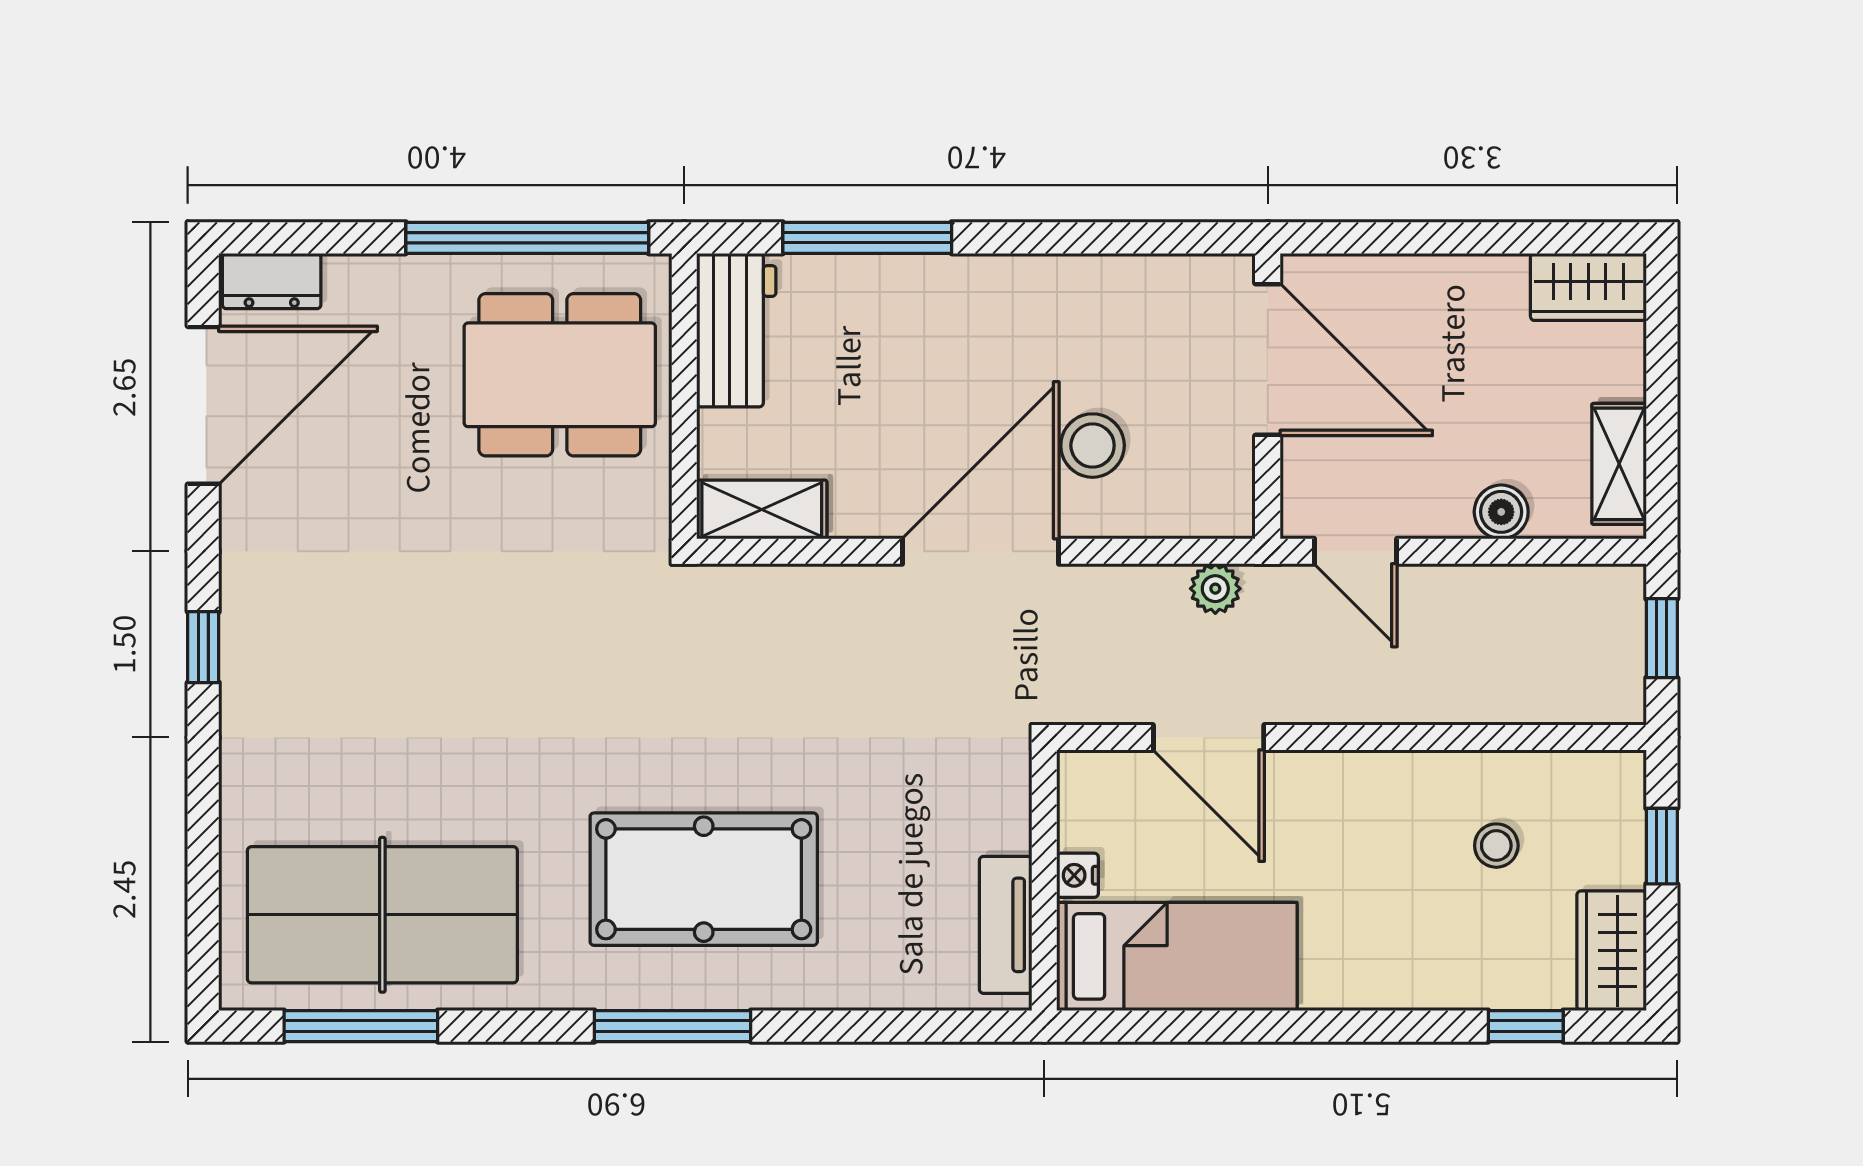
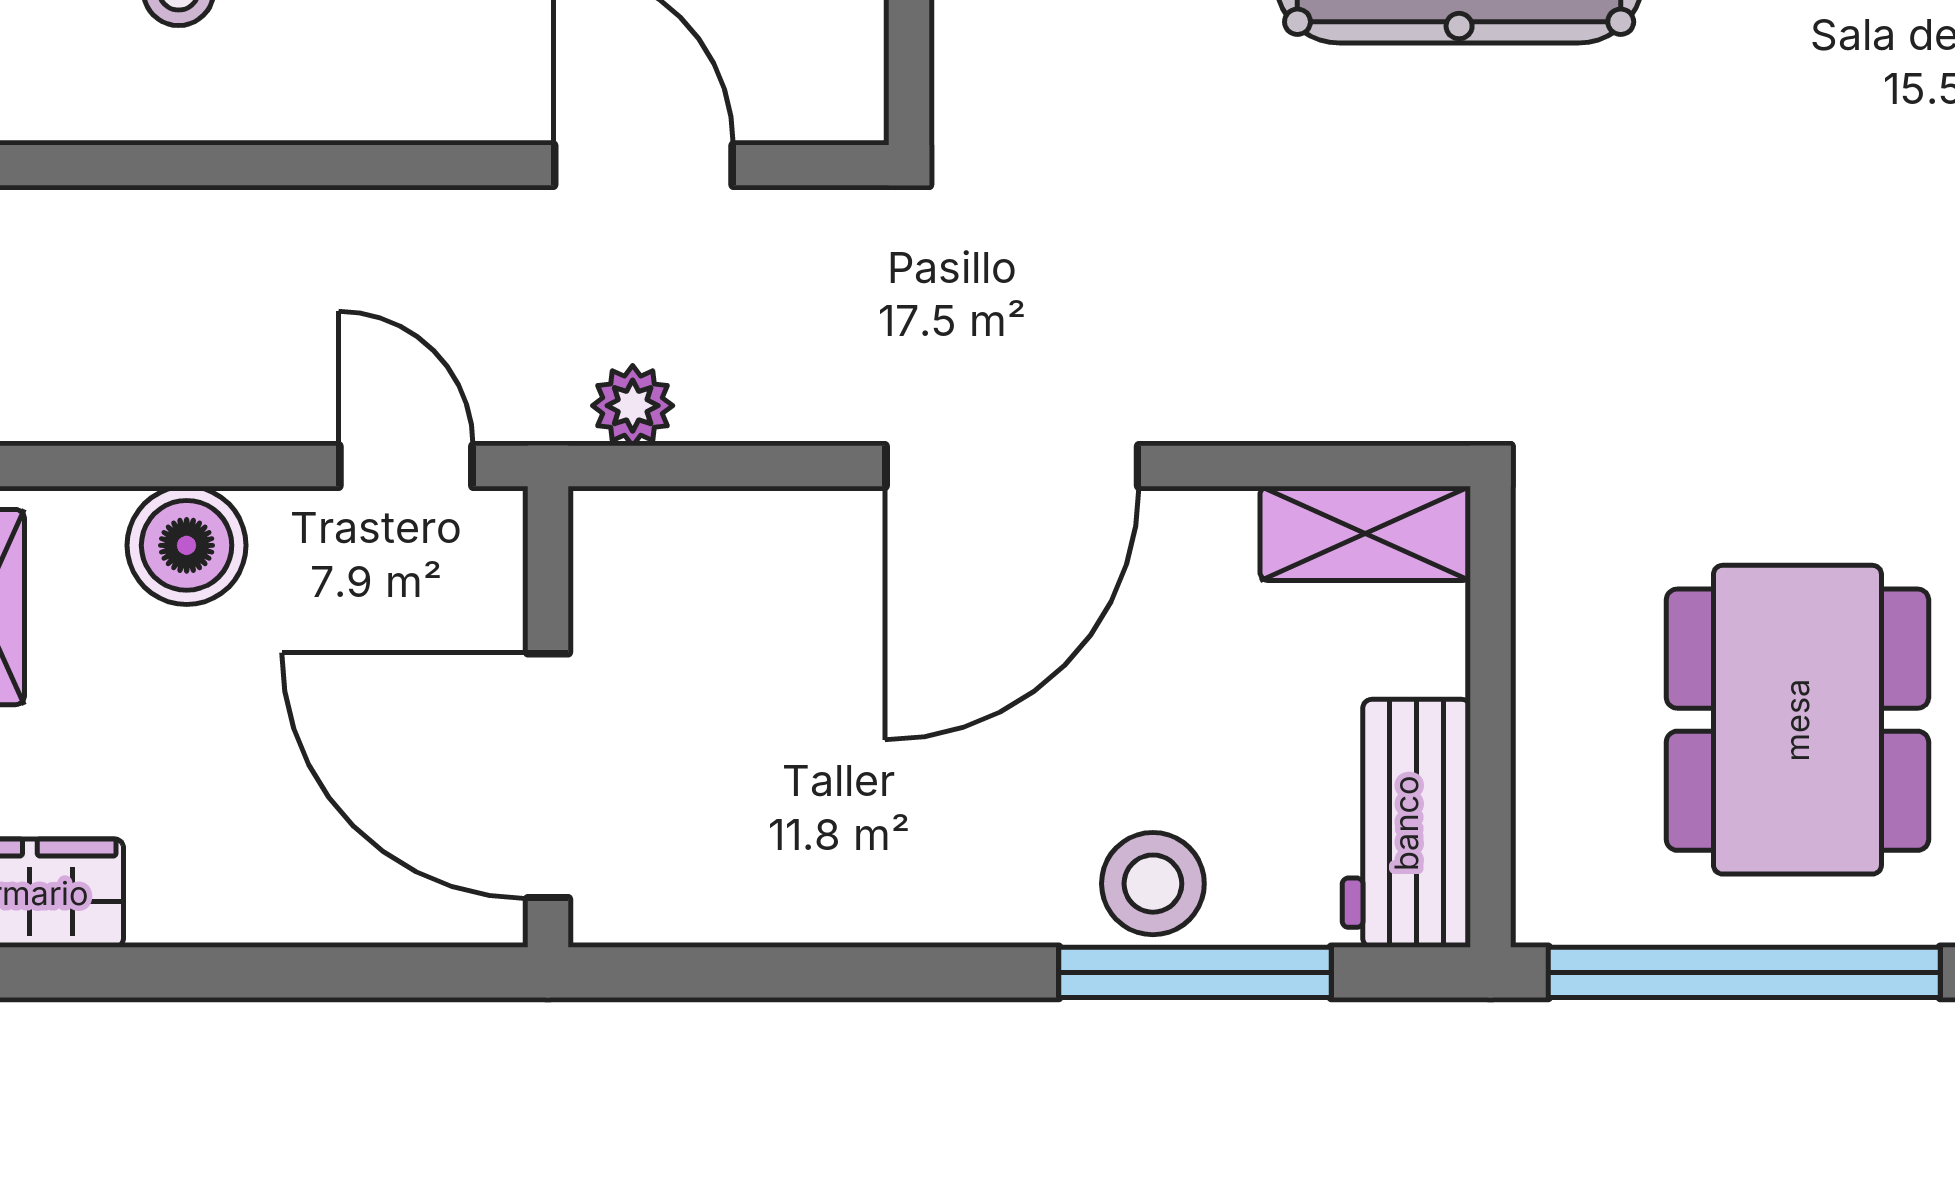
dining table: (560, 375) -> (1797, 720), moved, turned 90
stool: (1093, 446) -> (1153, 884), moved
boiler: (1501, 512) -> (187, 545), width x1.36, depth x1.36

